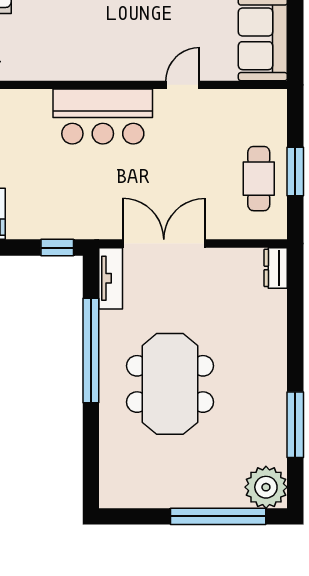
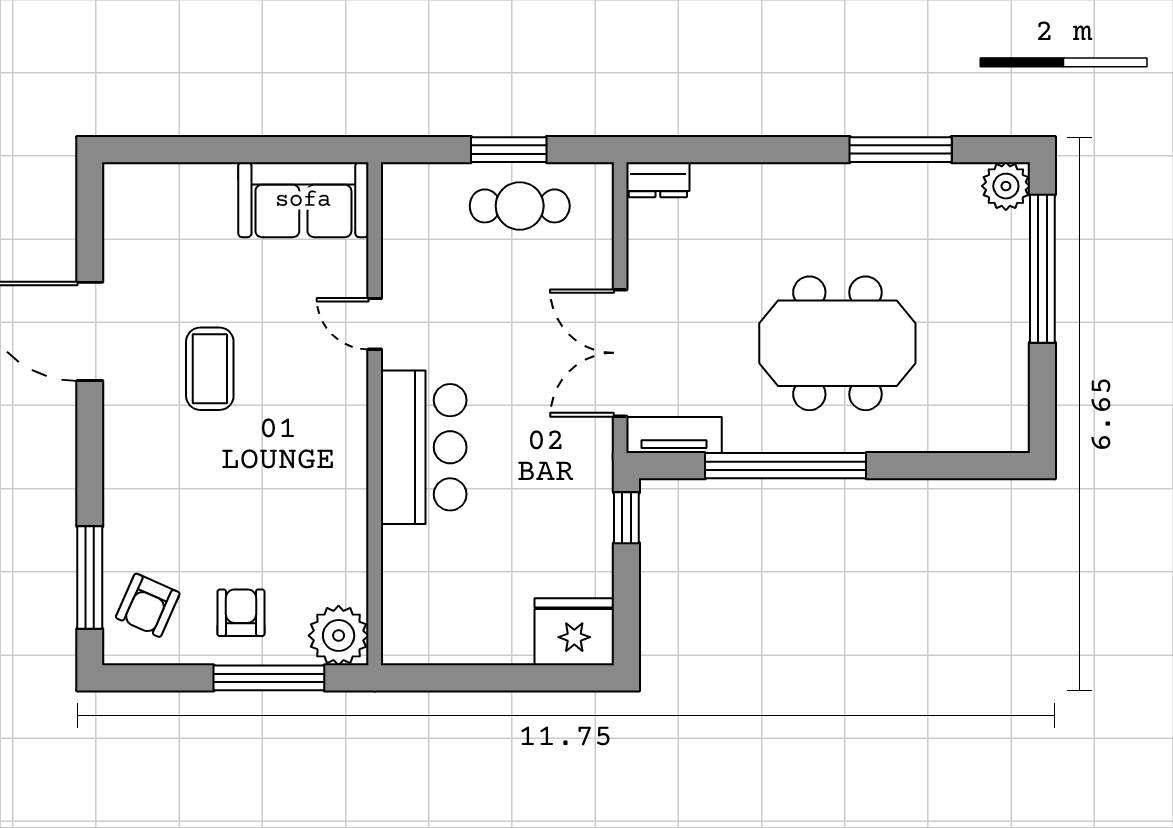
plant: (266, 487) -> (1006, 186), width x0.73, depth x0.73

